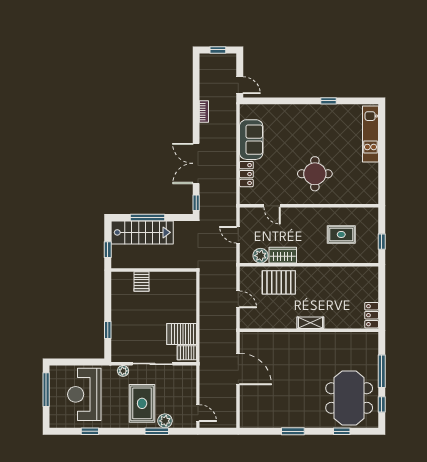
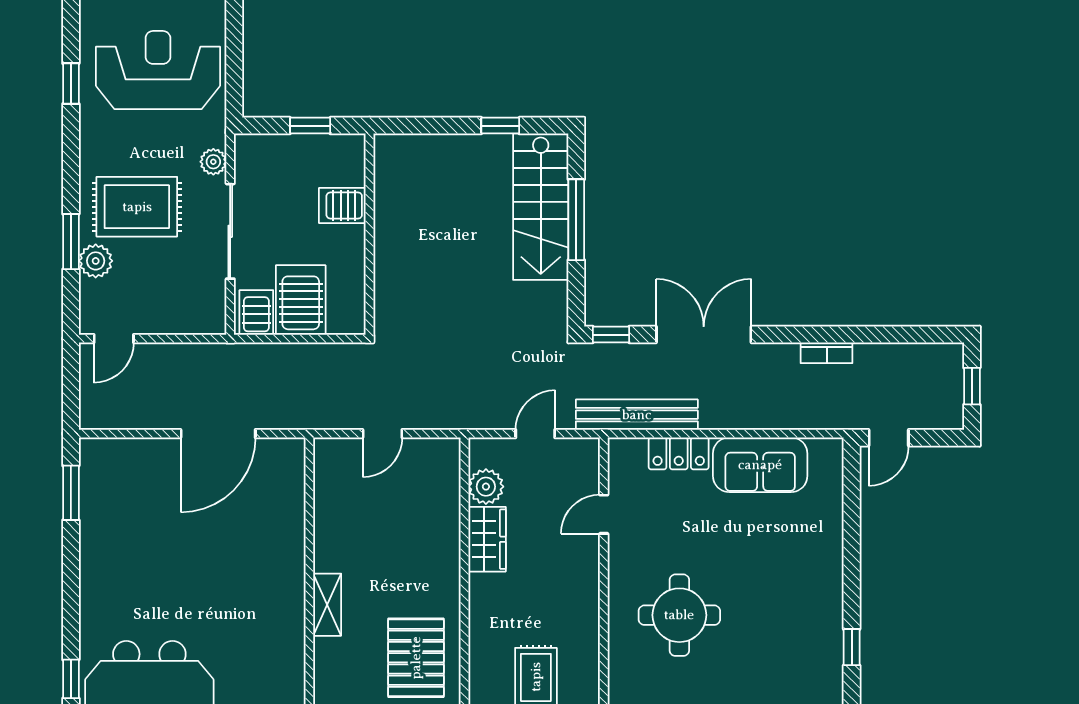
bench: (230, 192) -> (637, 415), added
wall: (154, 270) -> (369, 234), moved
server rack: (142, 282) -> (342, 205), moved
pallet: (279, 282) -> (416, 658), moved
window: (293, 431) -> (71, 493), moved

